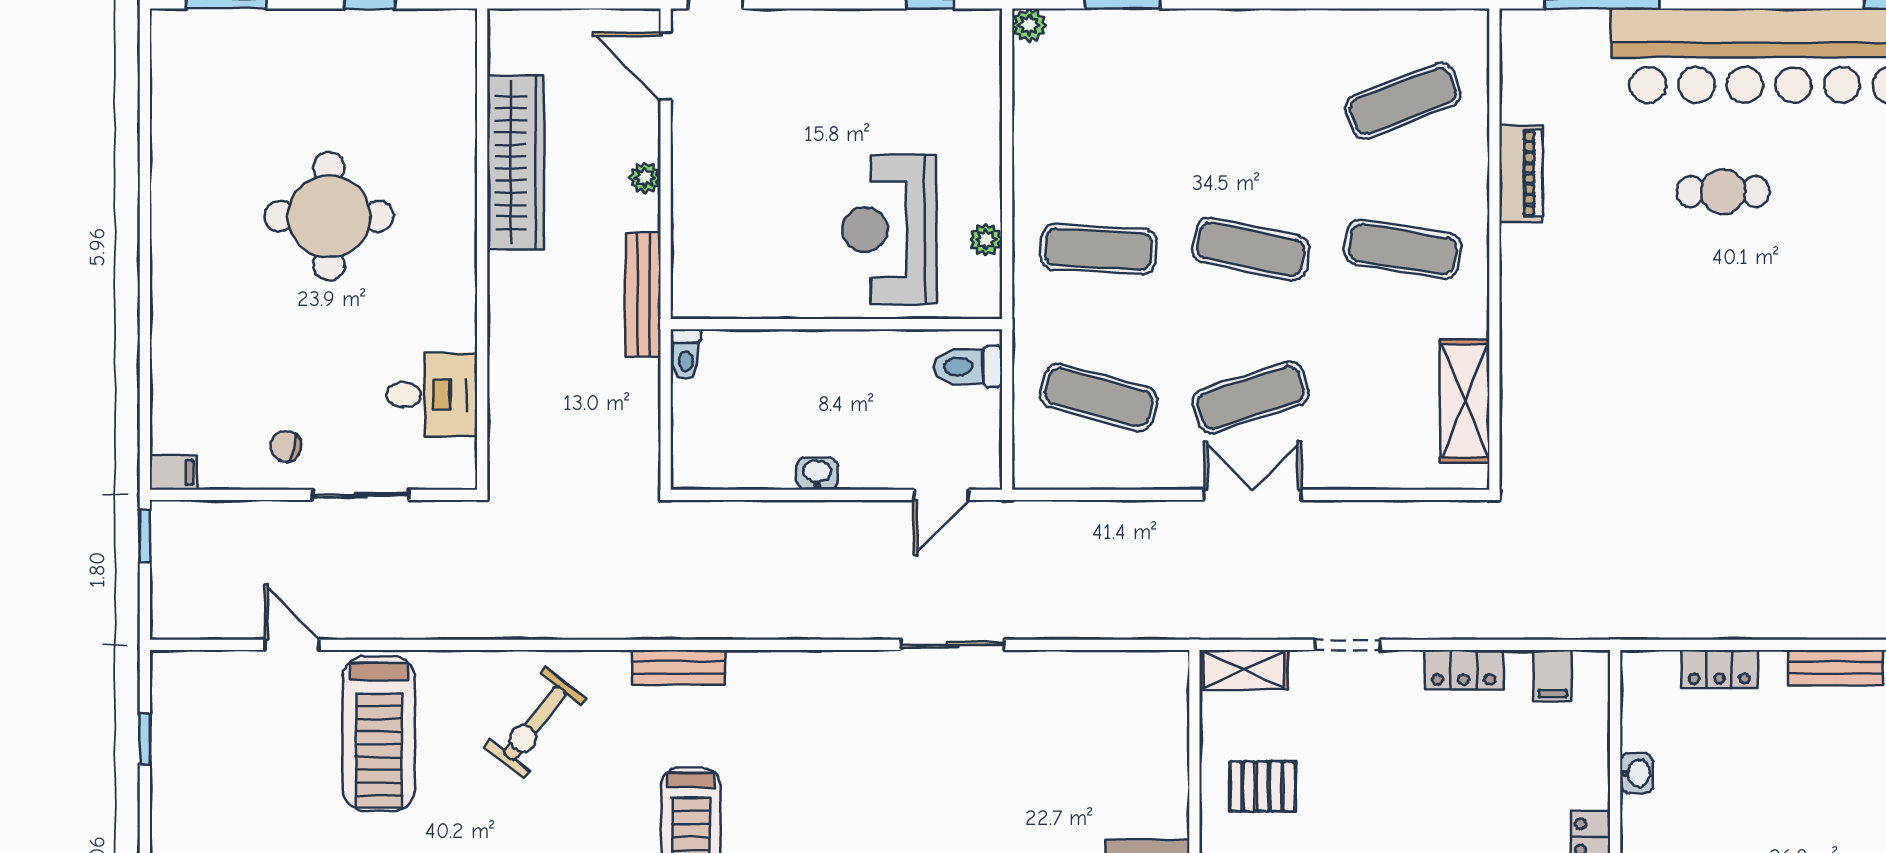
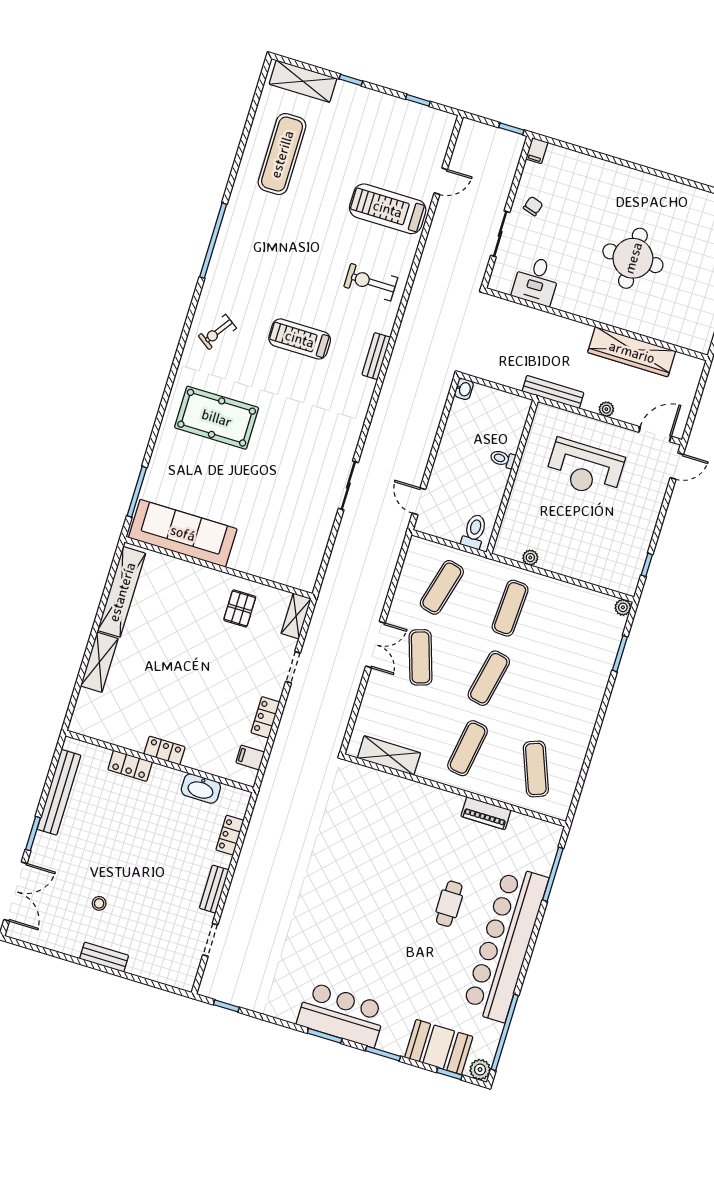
reception desk: (889, 229) -> (585, 468), moved, turned 180
toilet: (686, 354) -> (503, 459), moved
washbasin: (817, 473) -> (464, 389), moved
exercise bike: (535, 723) -> (371, 282), turned -38
washbasin: (1637, 773) -> (201, 788), width x1.91, depth x1.45

